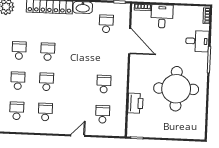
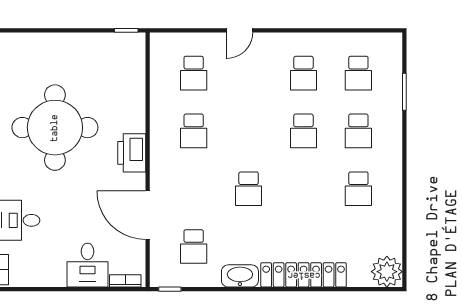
school desk: (48, 52) -> (249, 189), moved
printer: (135, 103) -> (132, 153), moved

